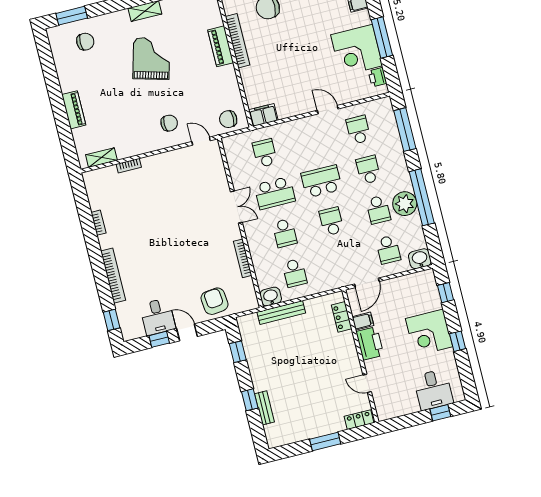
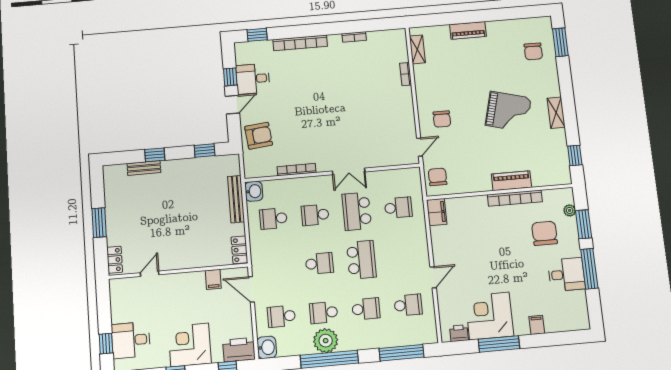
locker: (342, 317) -> (239, 250), moved, turned -90
printer: (370, 343) -> (239, 350), moved, turned 180

